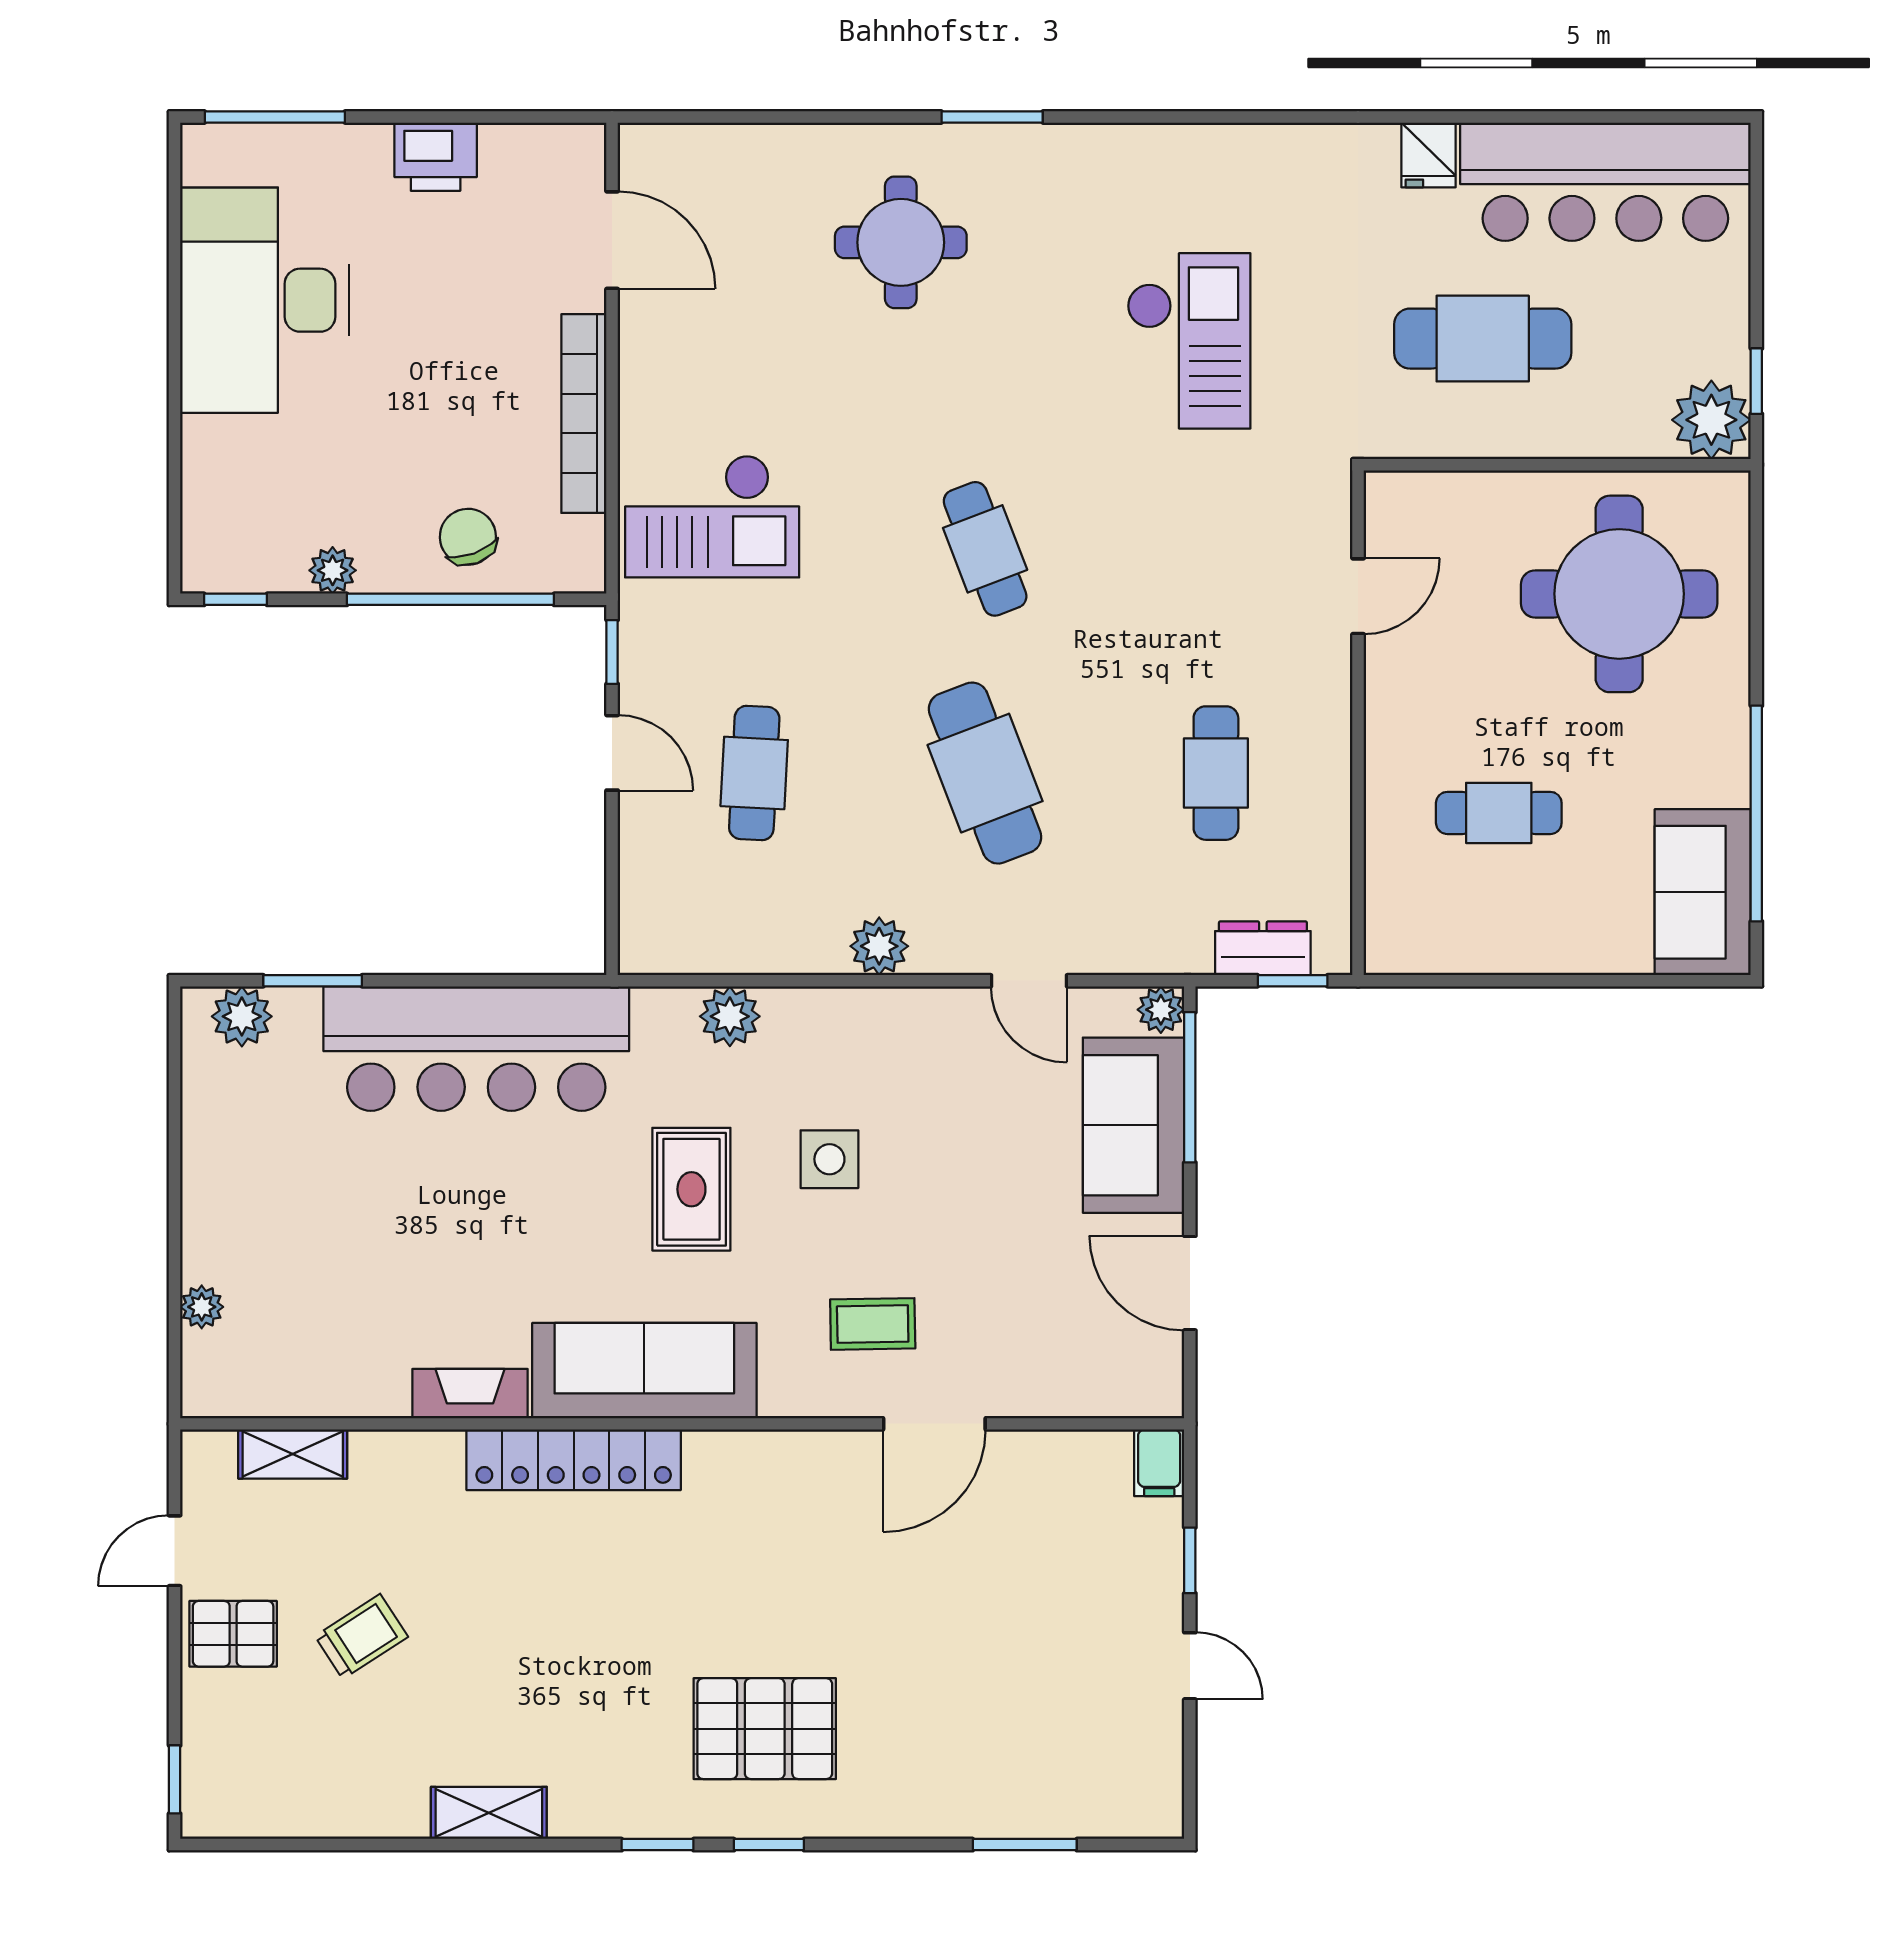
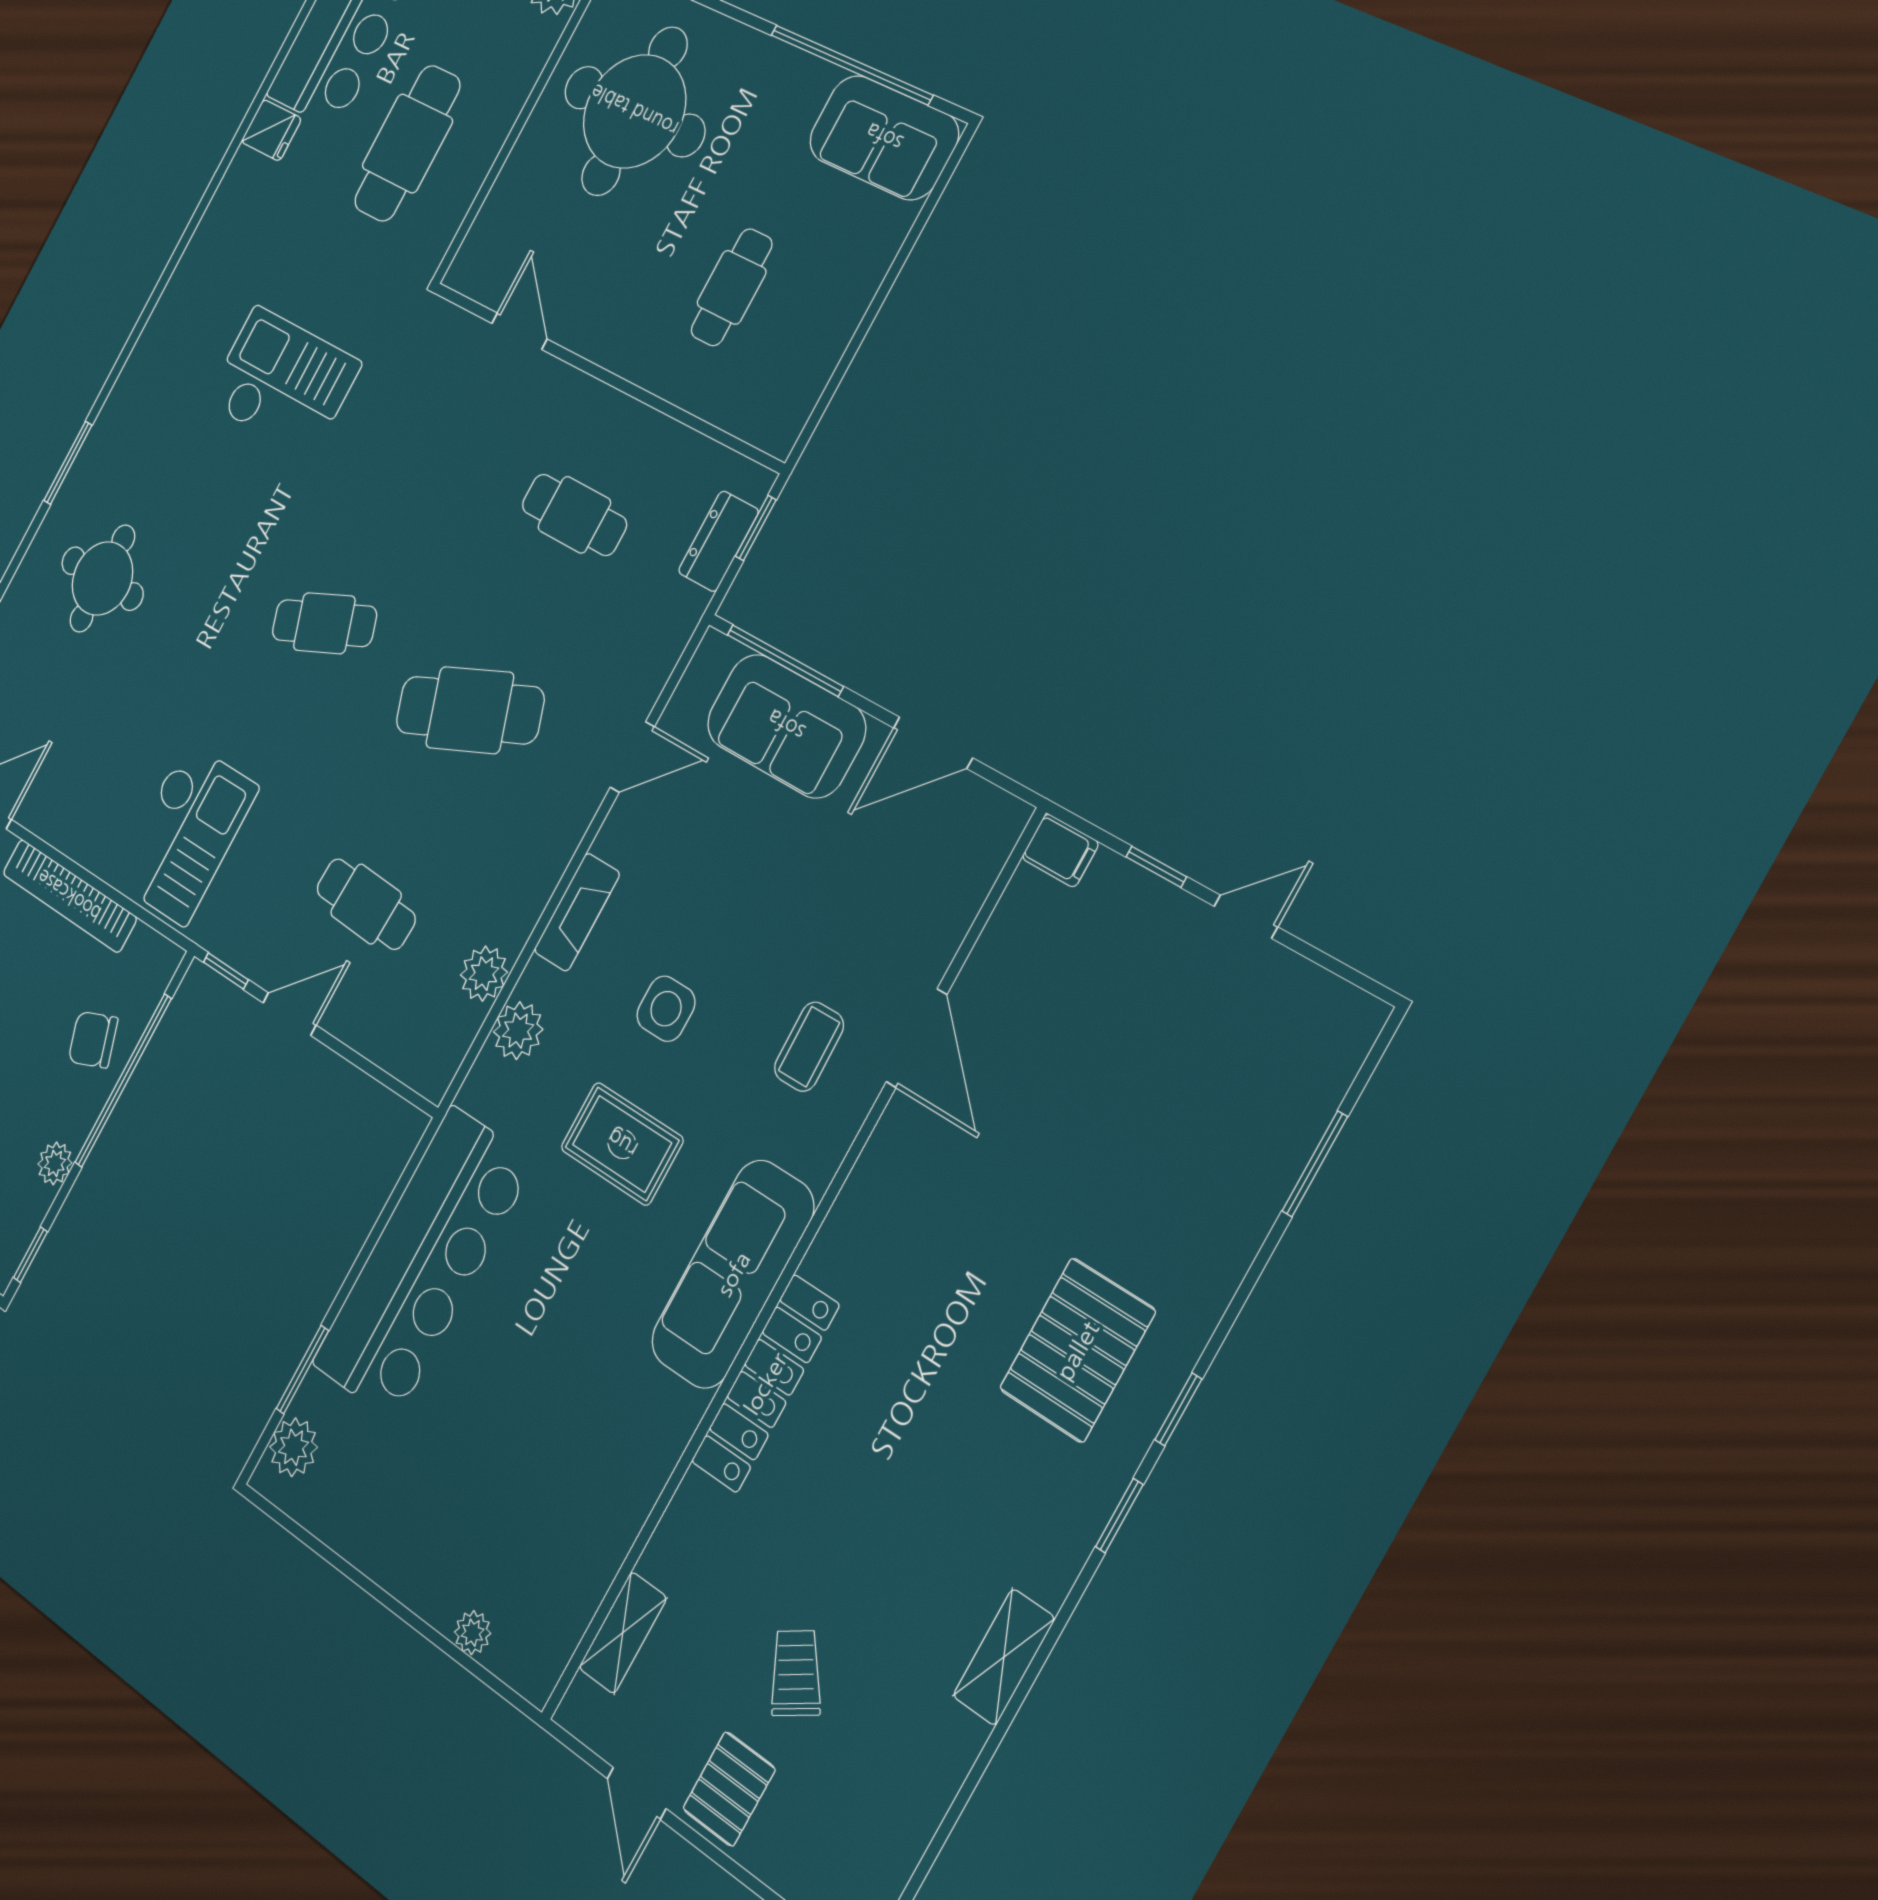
plant: (879, 946) -> (484, 974), moved
plant: (1161, 1010) -> (715, 654), removed
fireplace: (470, 1394) -> (577, 912), moved, turned 180

